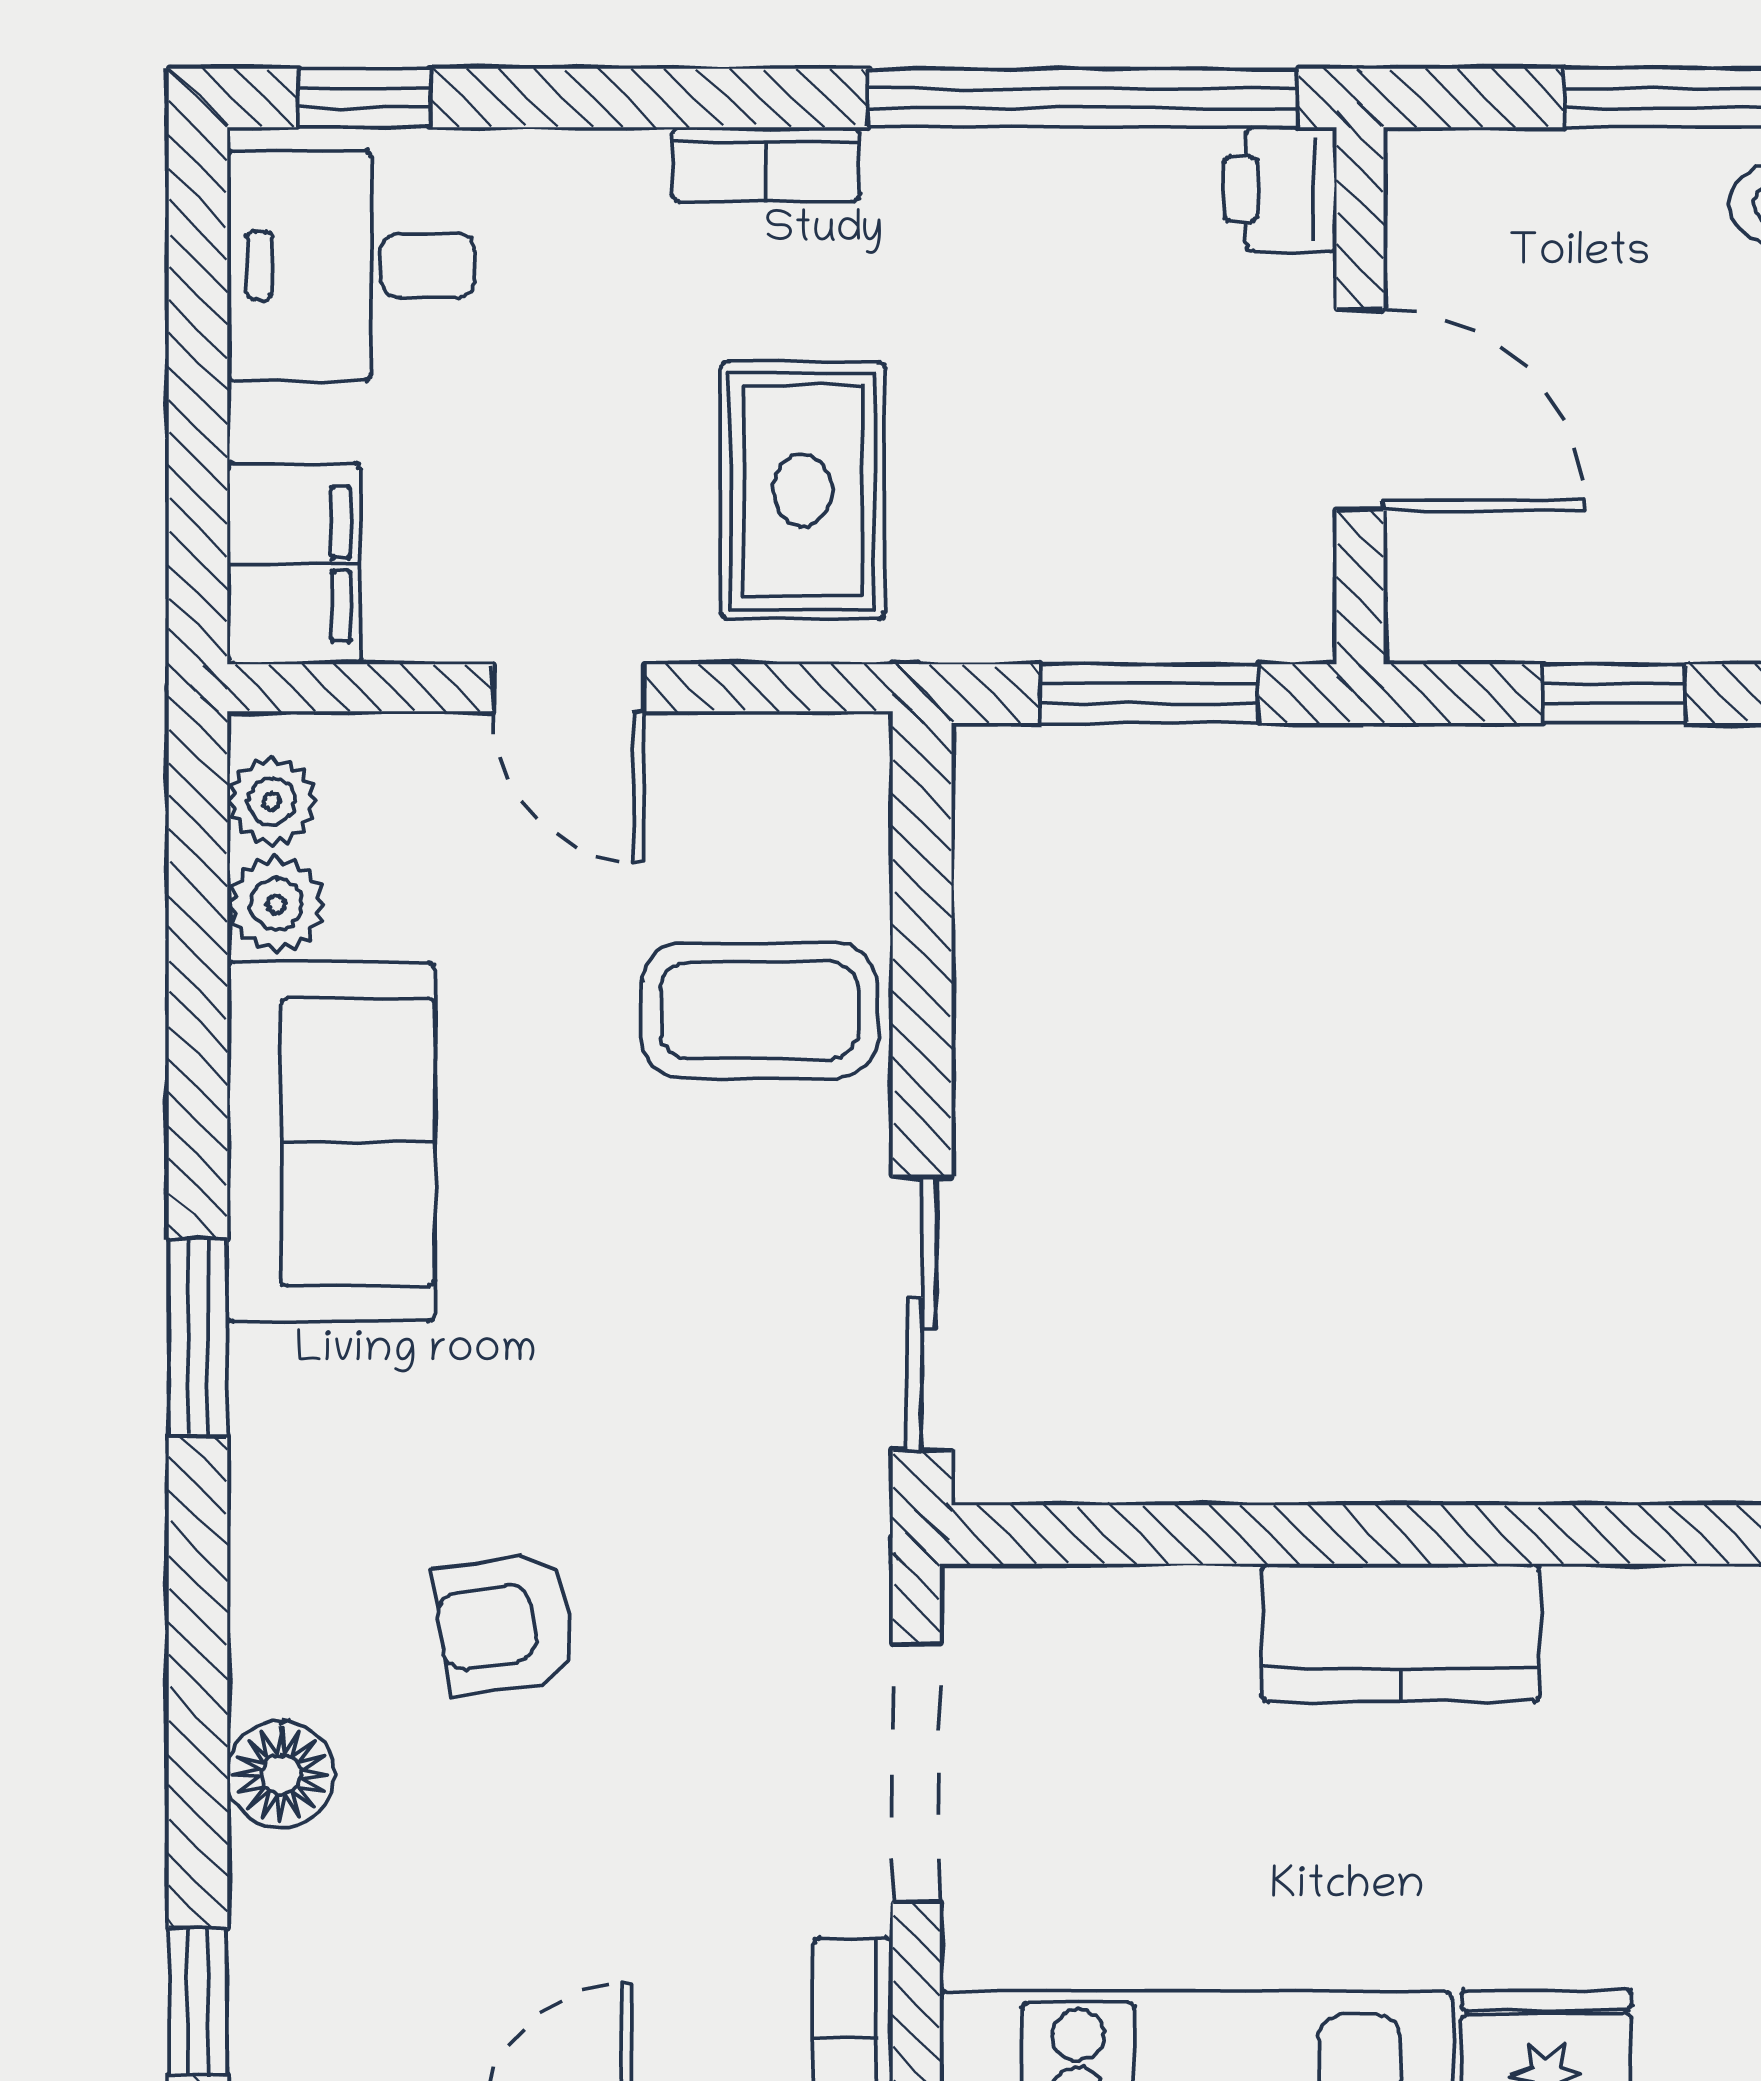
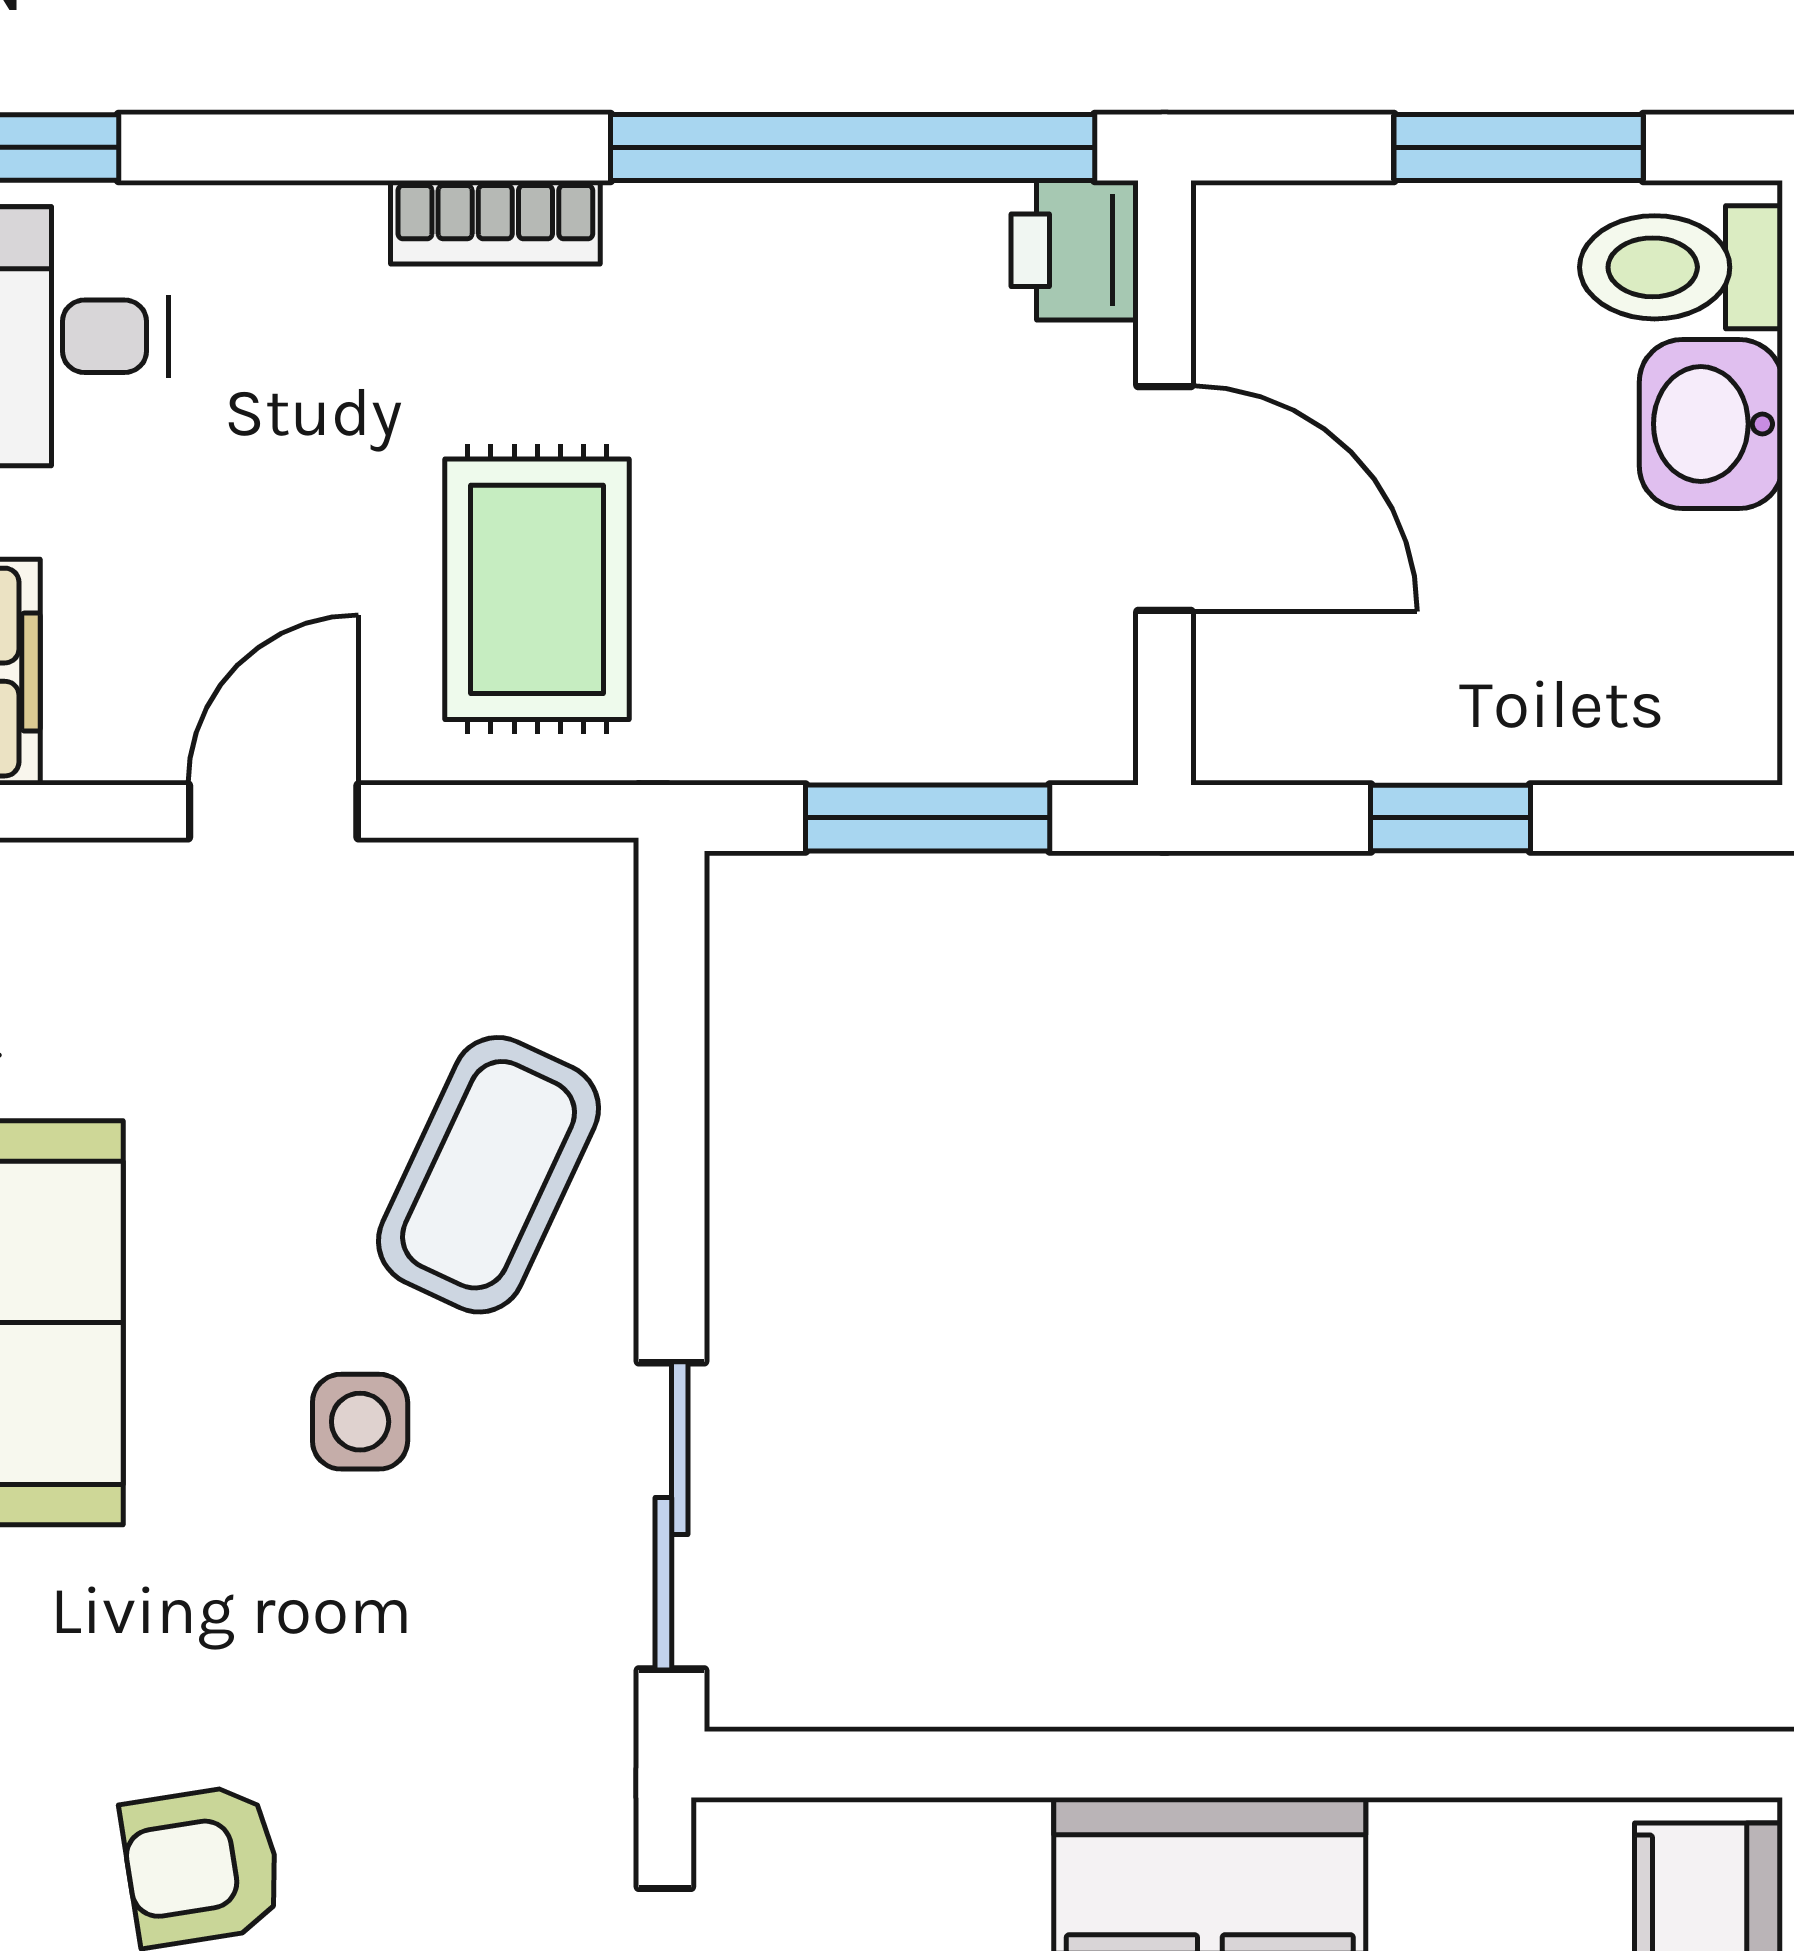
door: (568, 688) -> (273, 811), swing flipped
coffee table: (760, 1011) -> (489, 1175), turned -65
side table: (645, 1230) -> (360, 1422), added

